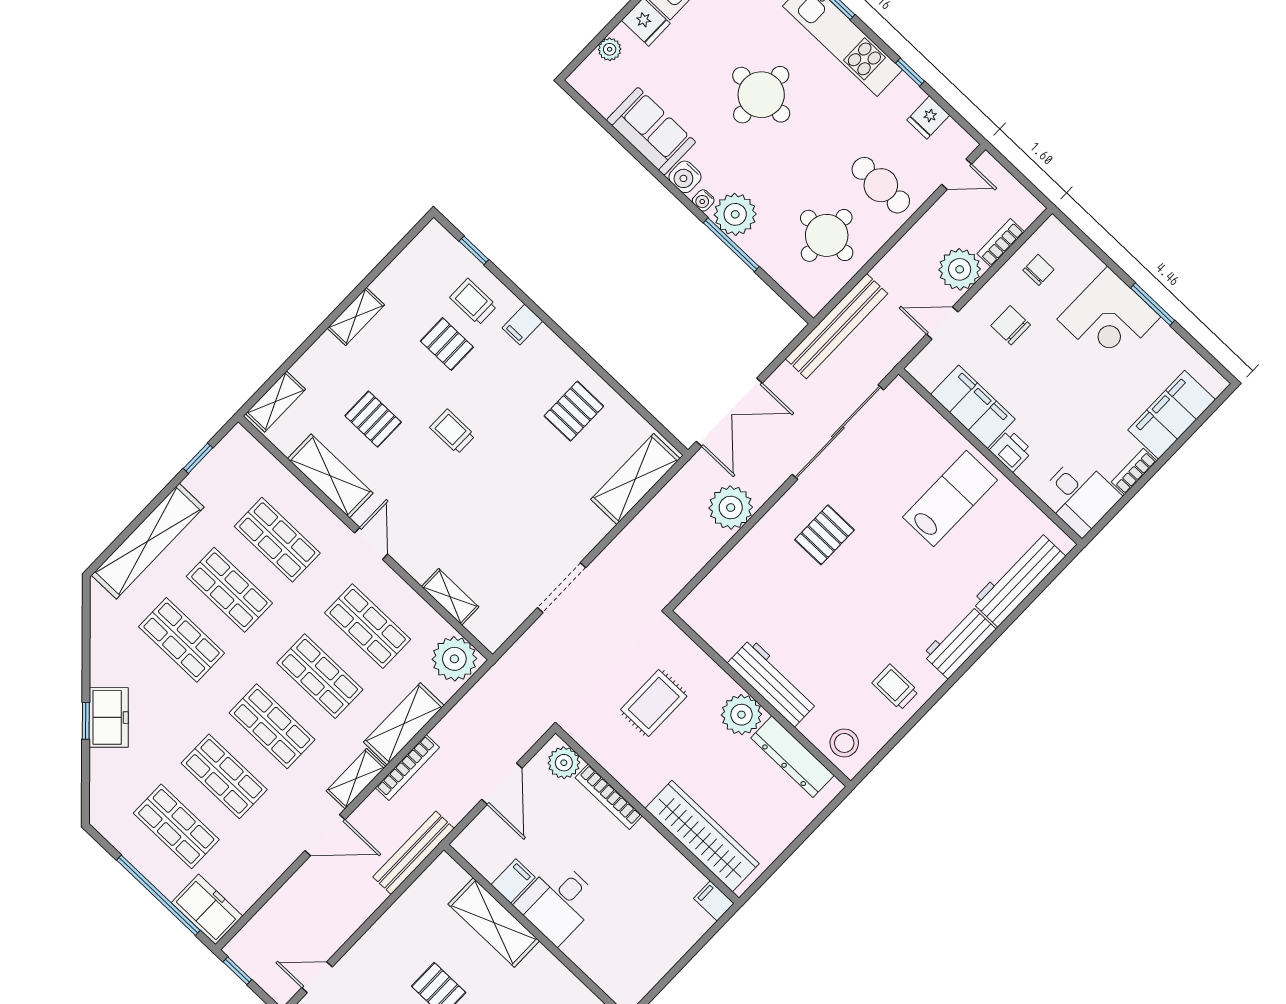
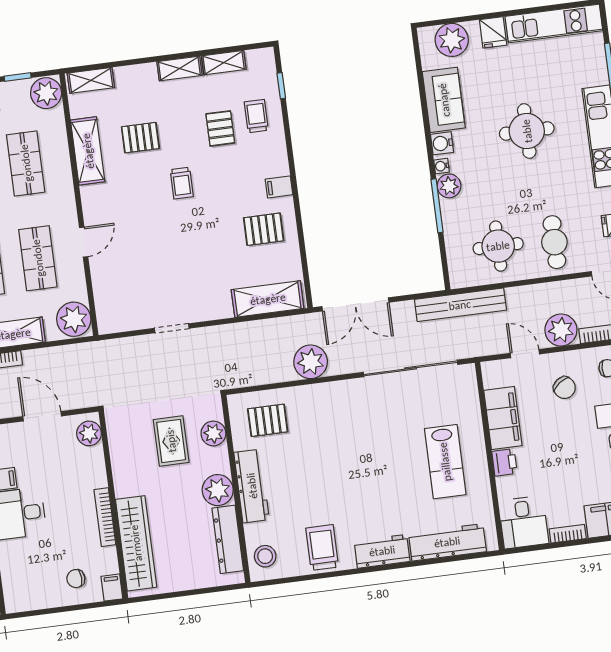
plant: (610, 49) -> (452, 40), width x1.87, depth x1.87
plant: (735, 214) -> (449, 186), width x0.73, depth x0.73
filing cabinet: (522, 325) -> (279, 187), moved
chair: (1011, 325) -> (564, 388), turned 144
pallet: (373, 419) -> (140, 138), turned 90
trolley: (452, 432) -> (182, 183), turned 180
plant: (240, 451) -> (46, 93), added
lab bench: (950, 499) -> (445, 462), turned 90
pallet: (824, 535) -> (268, 420), moved
door: (371, 543) -> (84, 242), moved
doorway: (562, 588) -> (172, 328), width x0.73
shelving: (450, 597) -> (224, 63), moved, turned 90
plant: (691, 660) -> (213, 433), added
trolley: (895, 687) -> (322, 547), width x1.36, depth x1.39
rug: (654, 703) -> (171, 441), turned 90
door: (502, 784) -> (42, 416), swing flipped
bookcase: (609, 797) -> (105, 517), moved
chair: (670, 921) -> (76, 579), added

